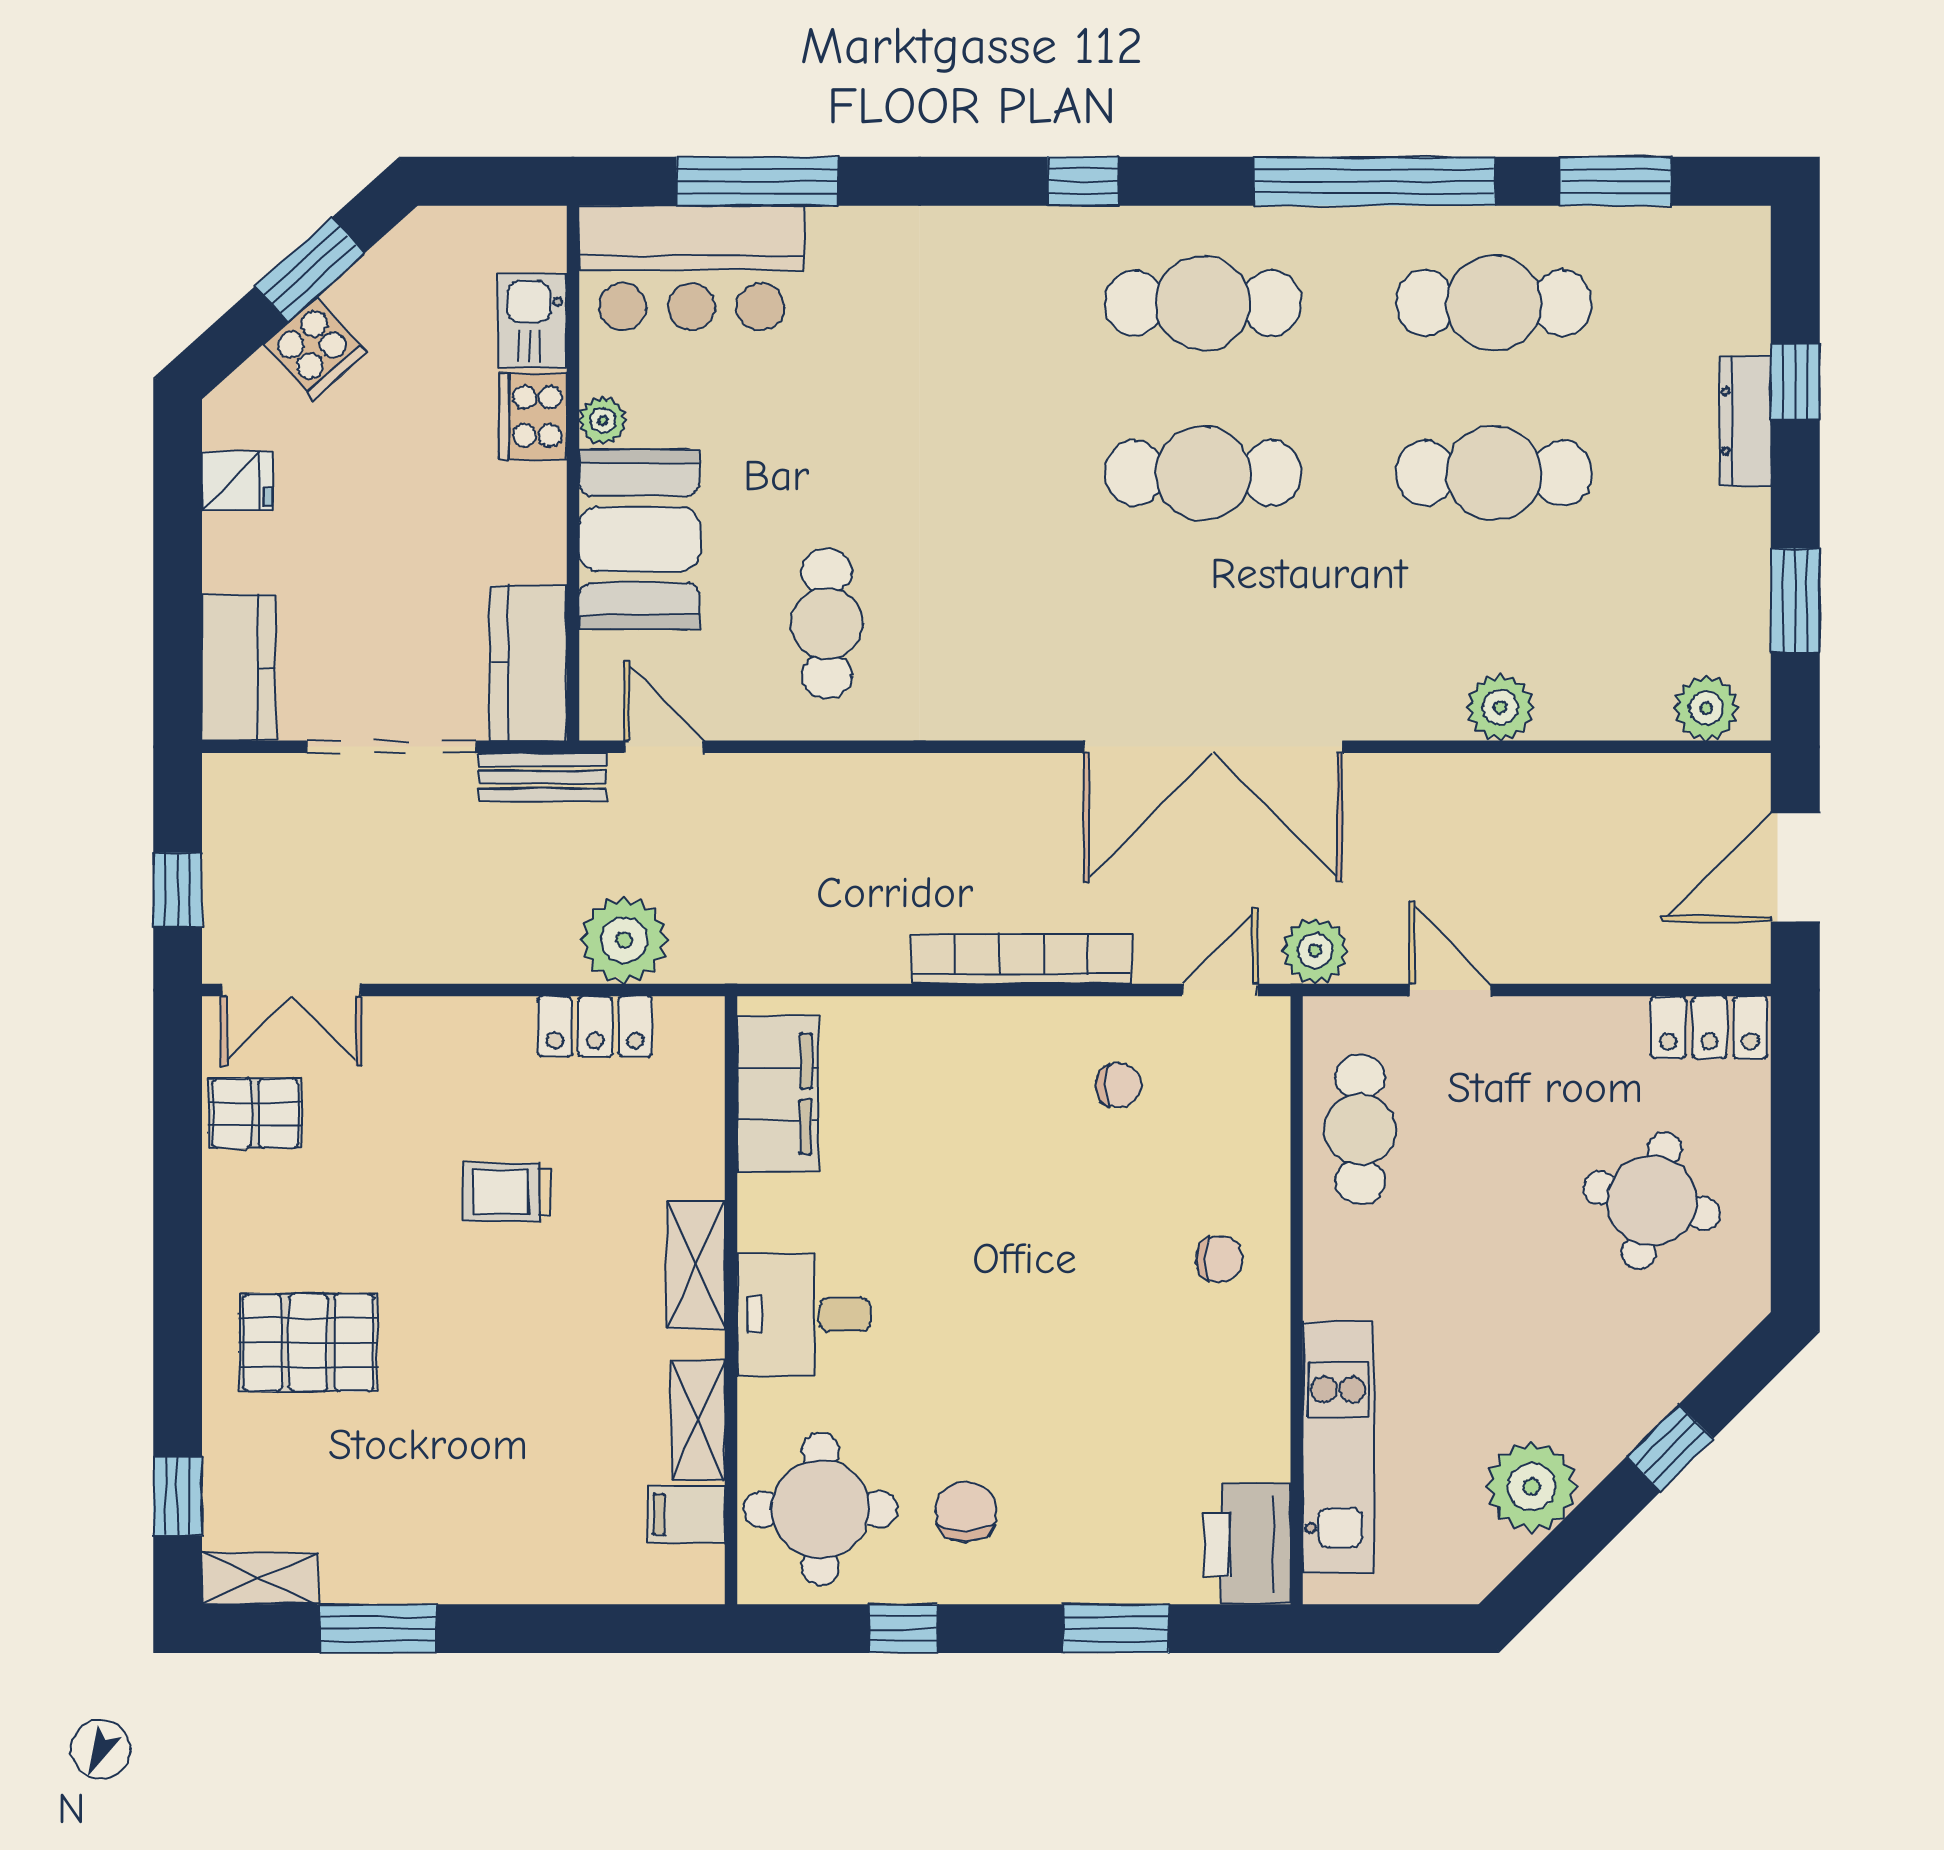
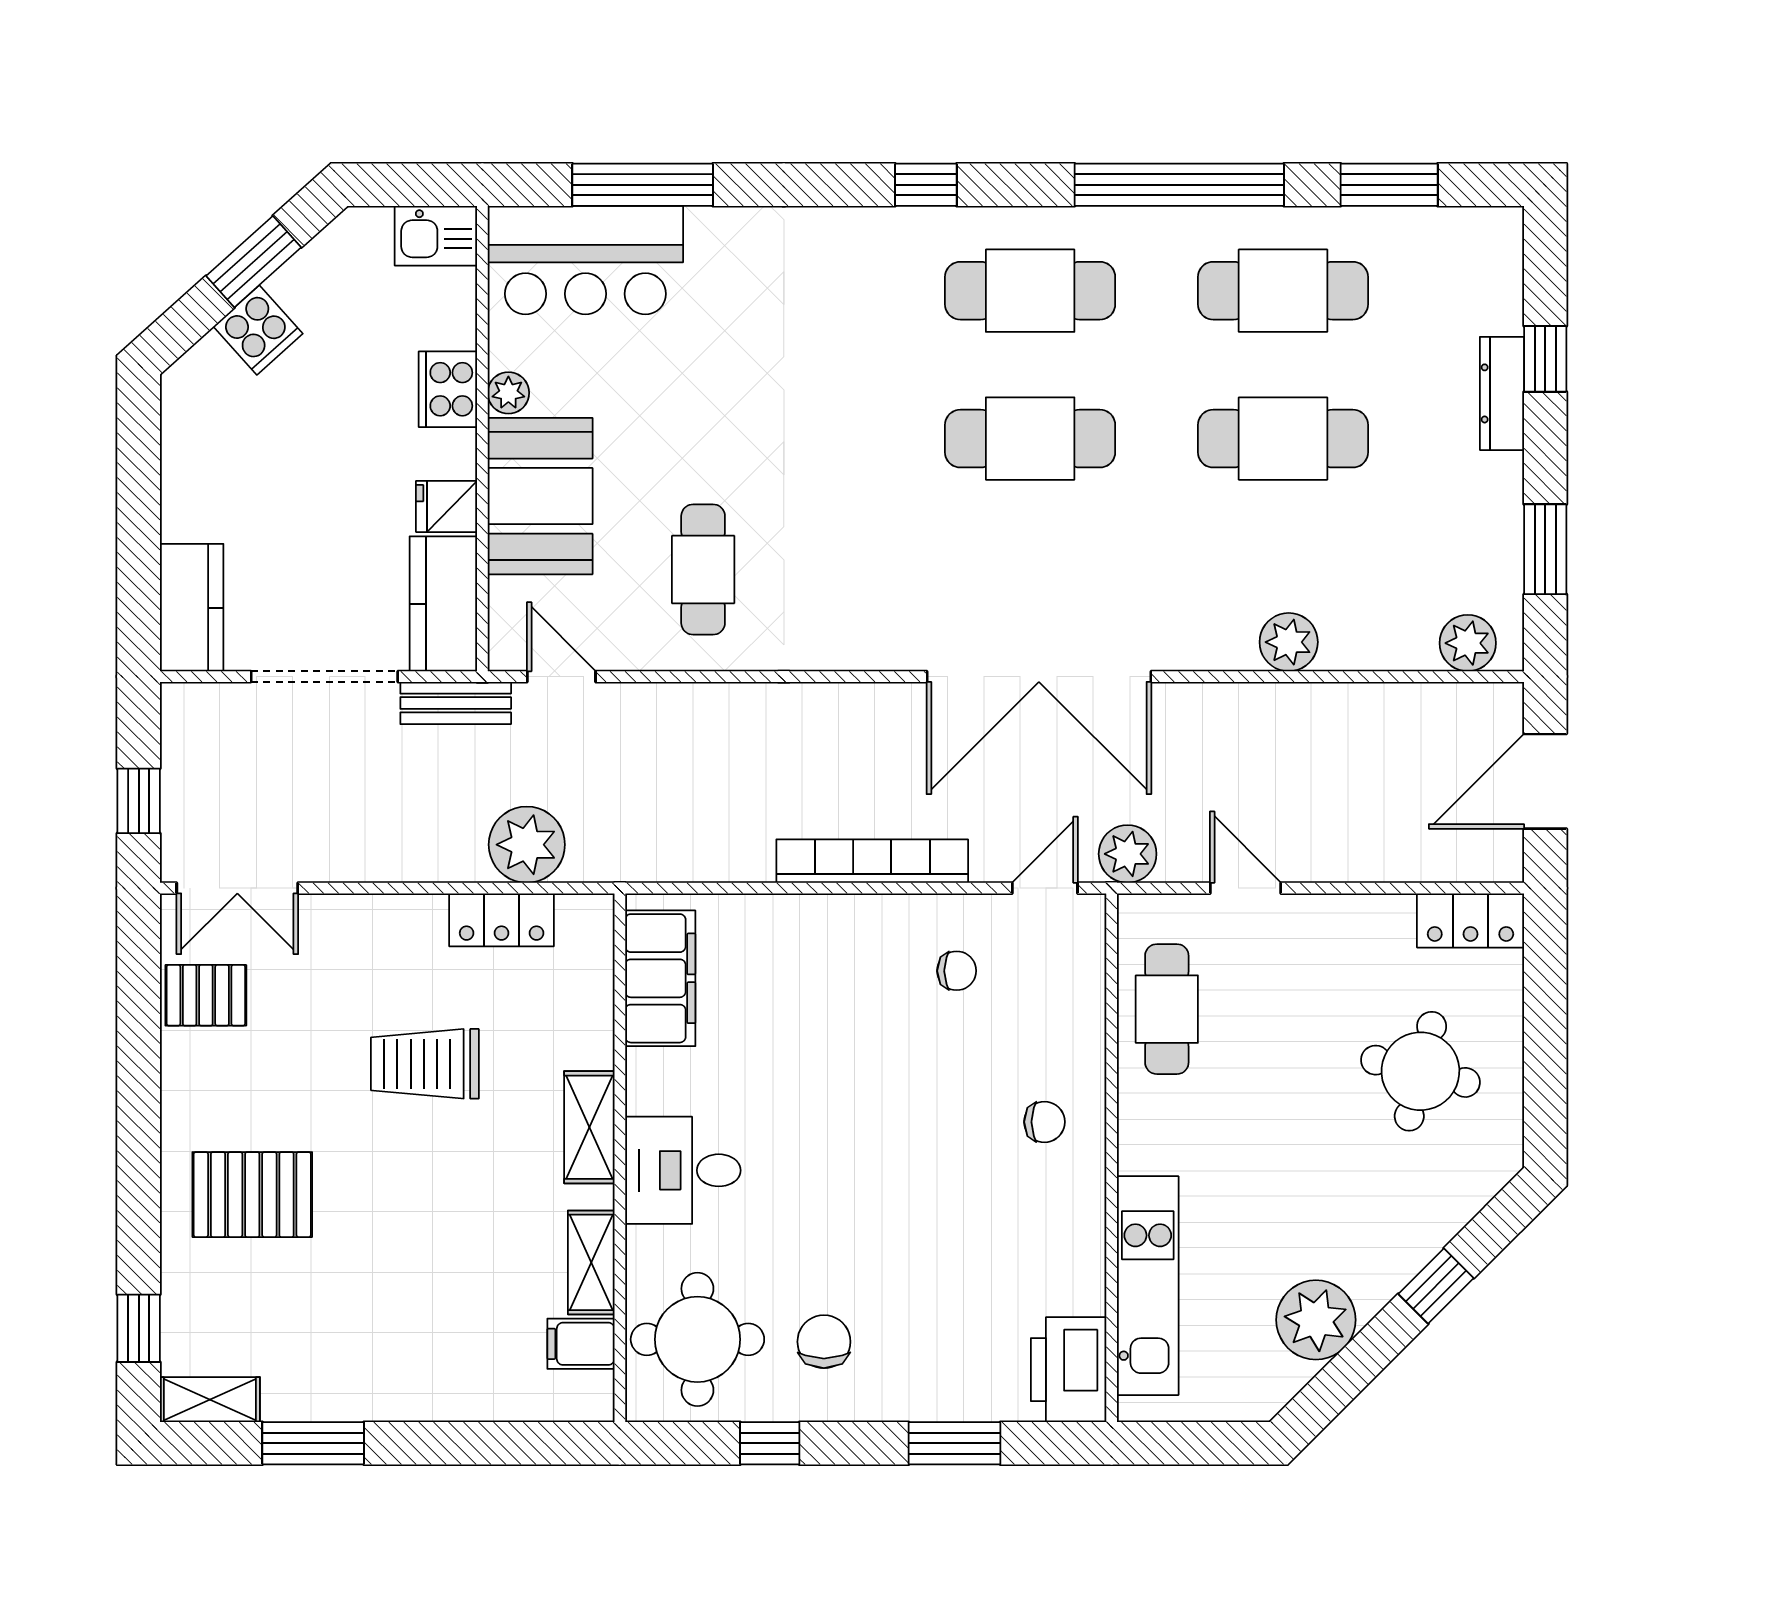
kitchen sink: (533, 321) -> (436, 236), moved, turned -90
fridge: (237, 481) -> (447, 506), moved, turned 180
trolley: (507, 1192) -> (425, 1064), width x1.36, depth x1.39

